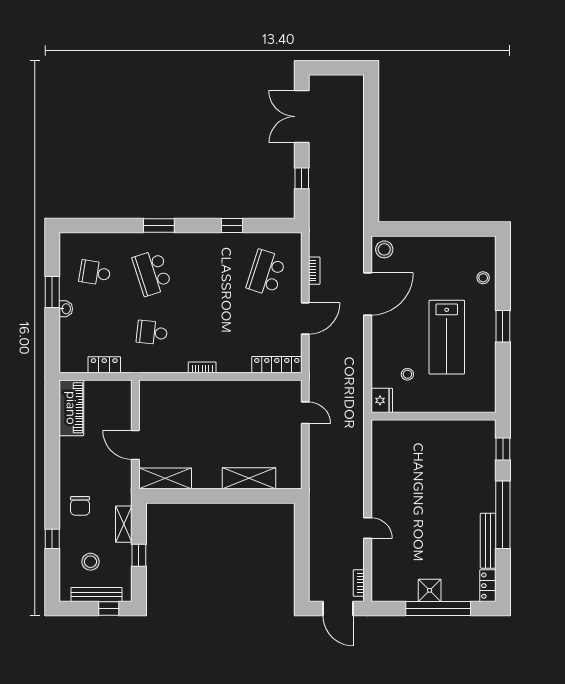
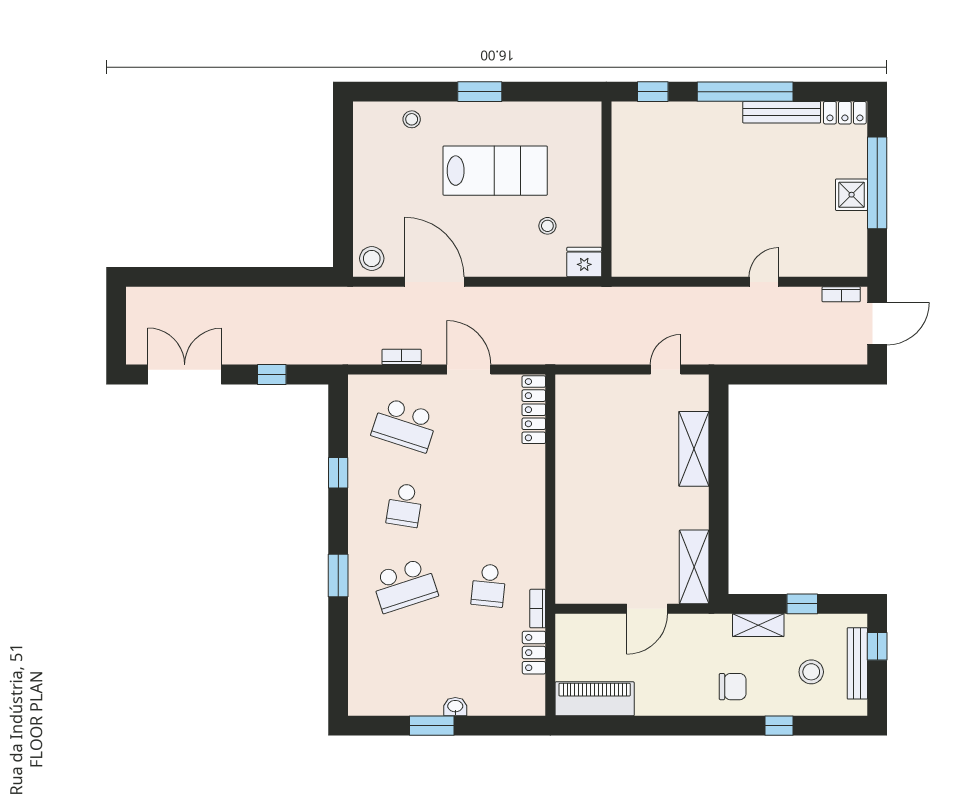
double door: (302, 117) -> (185, 374), swing flipped
school desk: (95, 273) -> (405, 505), moved
bookcase: (202, 367) -> (538, 609), moved
door: (305, 413) -> (666, 370), moved

